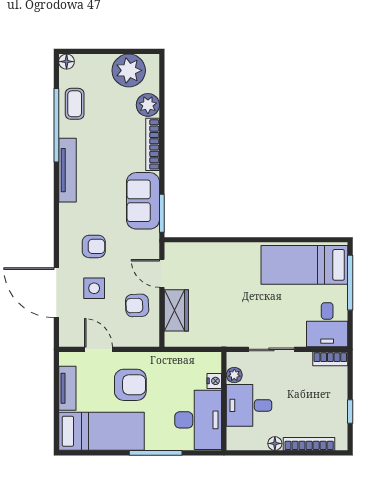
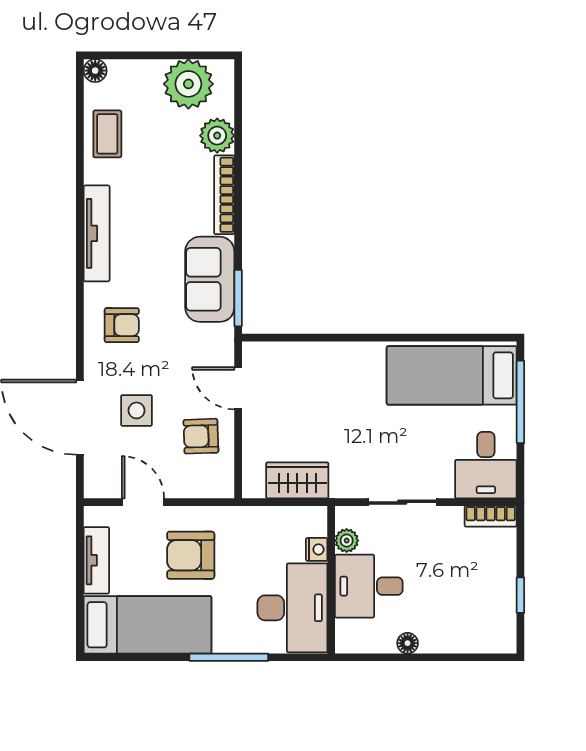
window: (56, 125) -> (80, 166), removed
armchair: (94, 246) -> (122, 325), moved
wardrobe: (176, 310) -> (297, 480), moved, turned -90
armchair: (130, 385) -> (191, 555), turned 180
bookcase: (309, 444) -> (459, 644), removed

